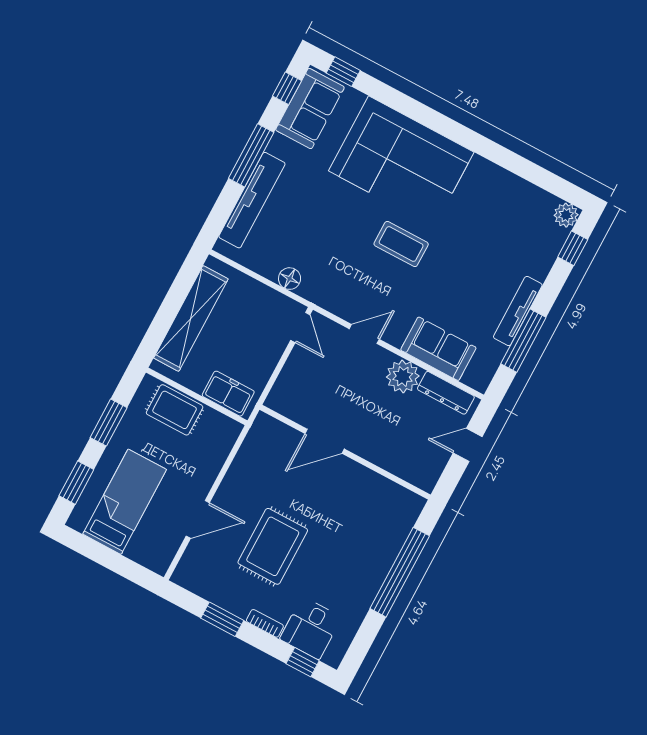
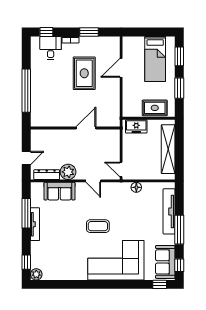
door: (364, 334) -> (93, 181), hinge flipped

